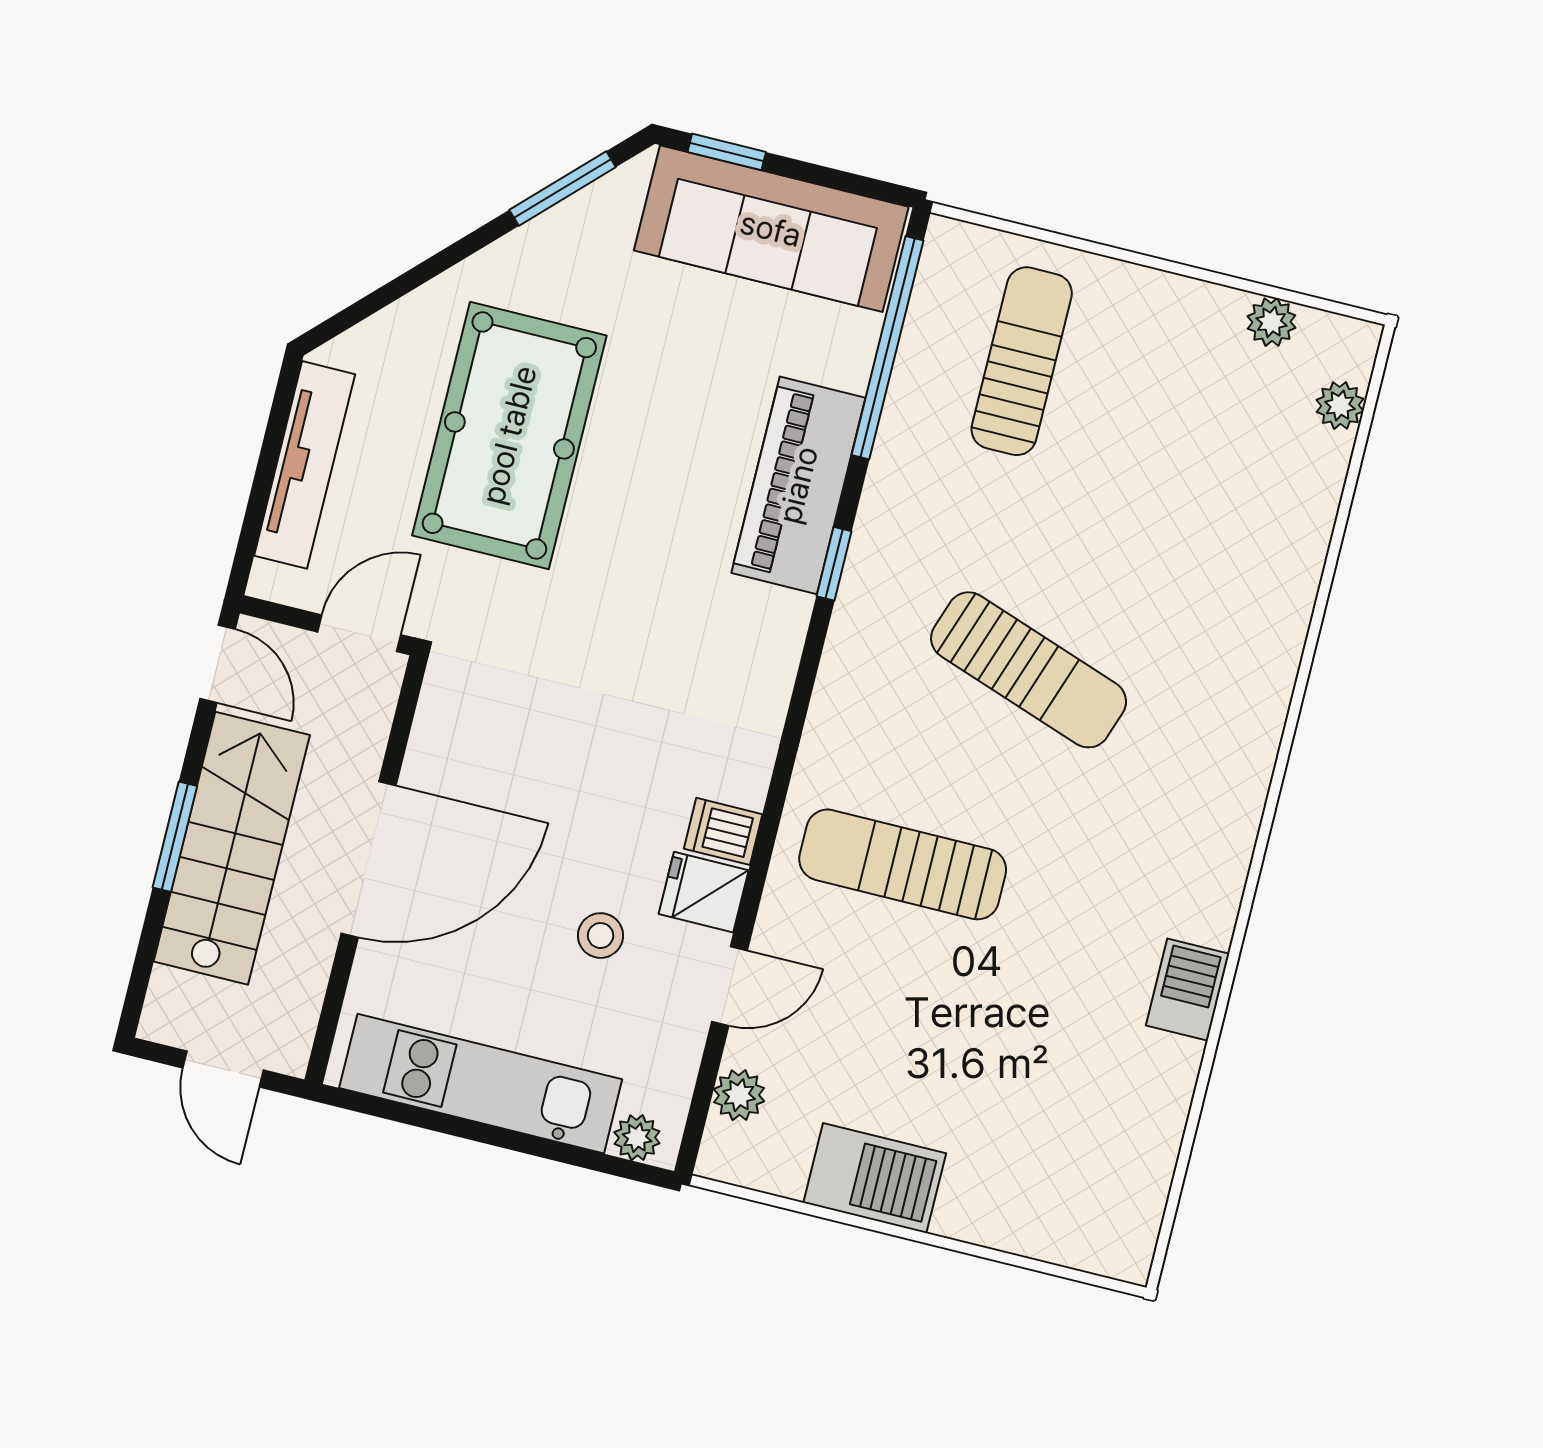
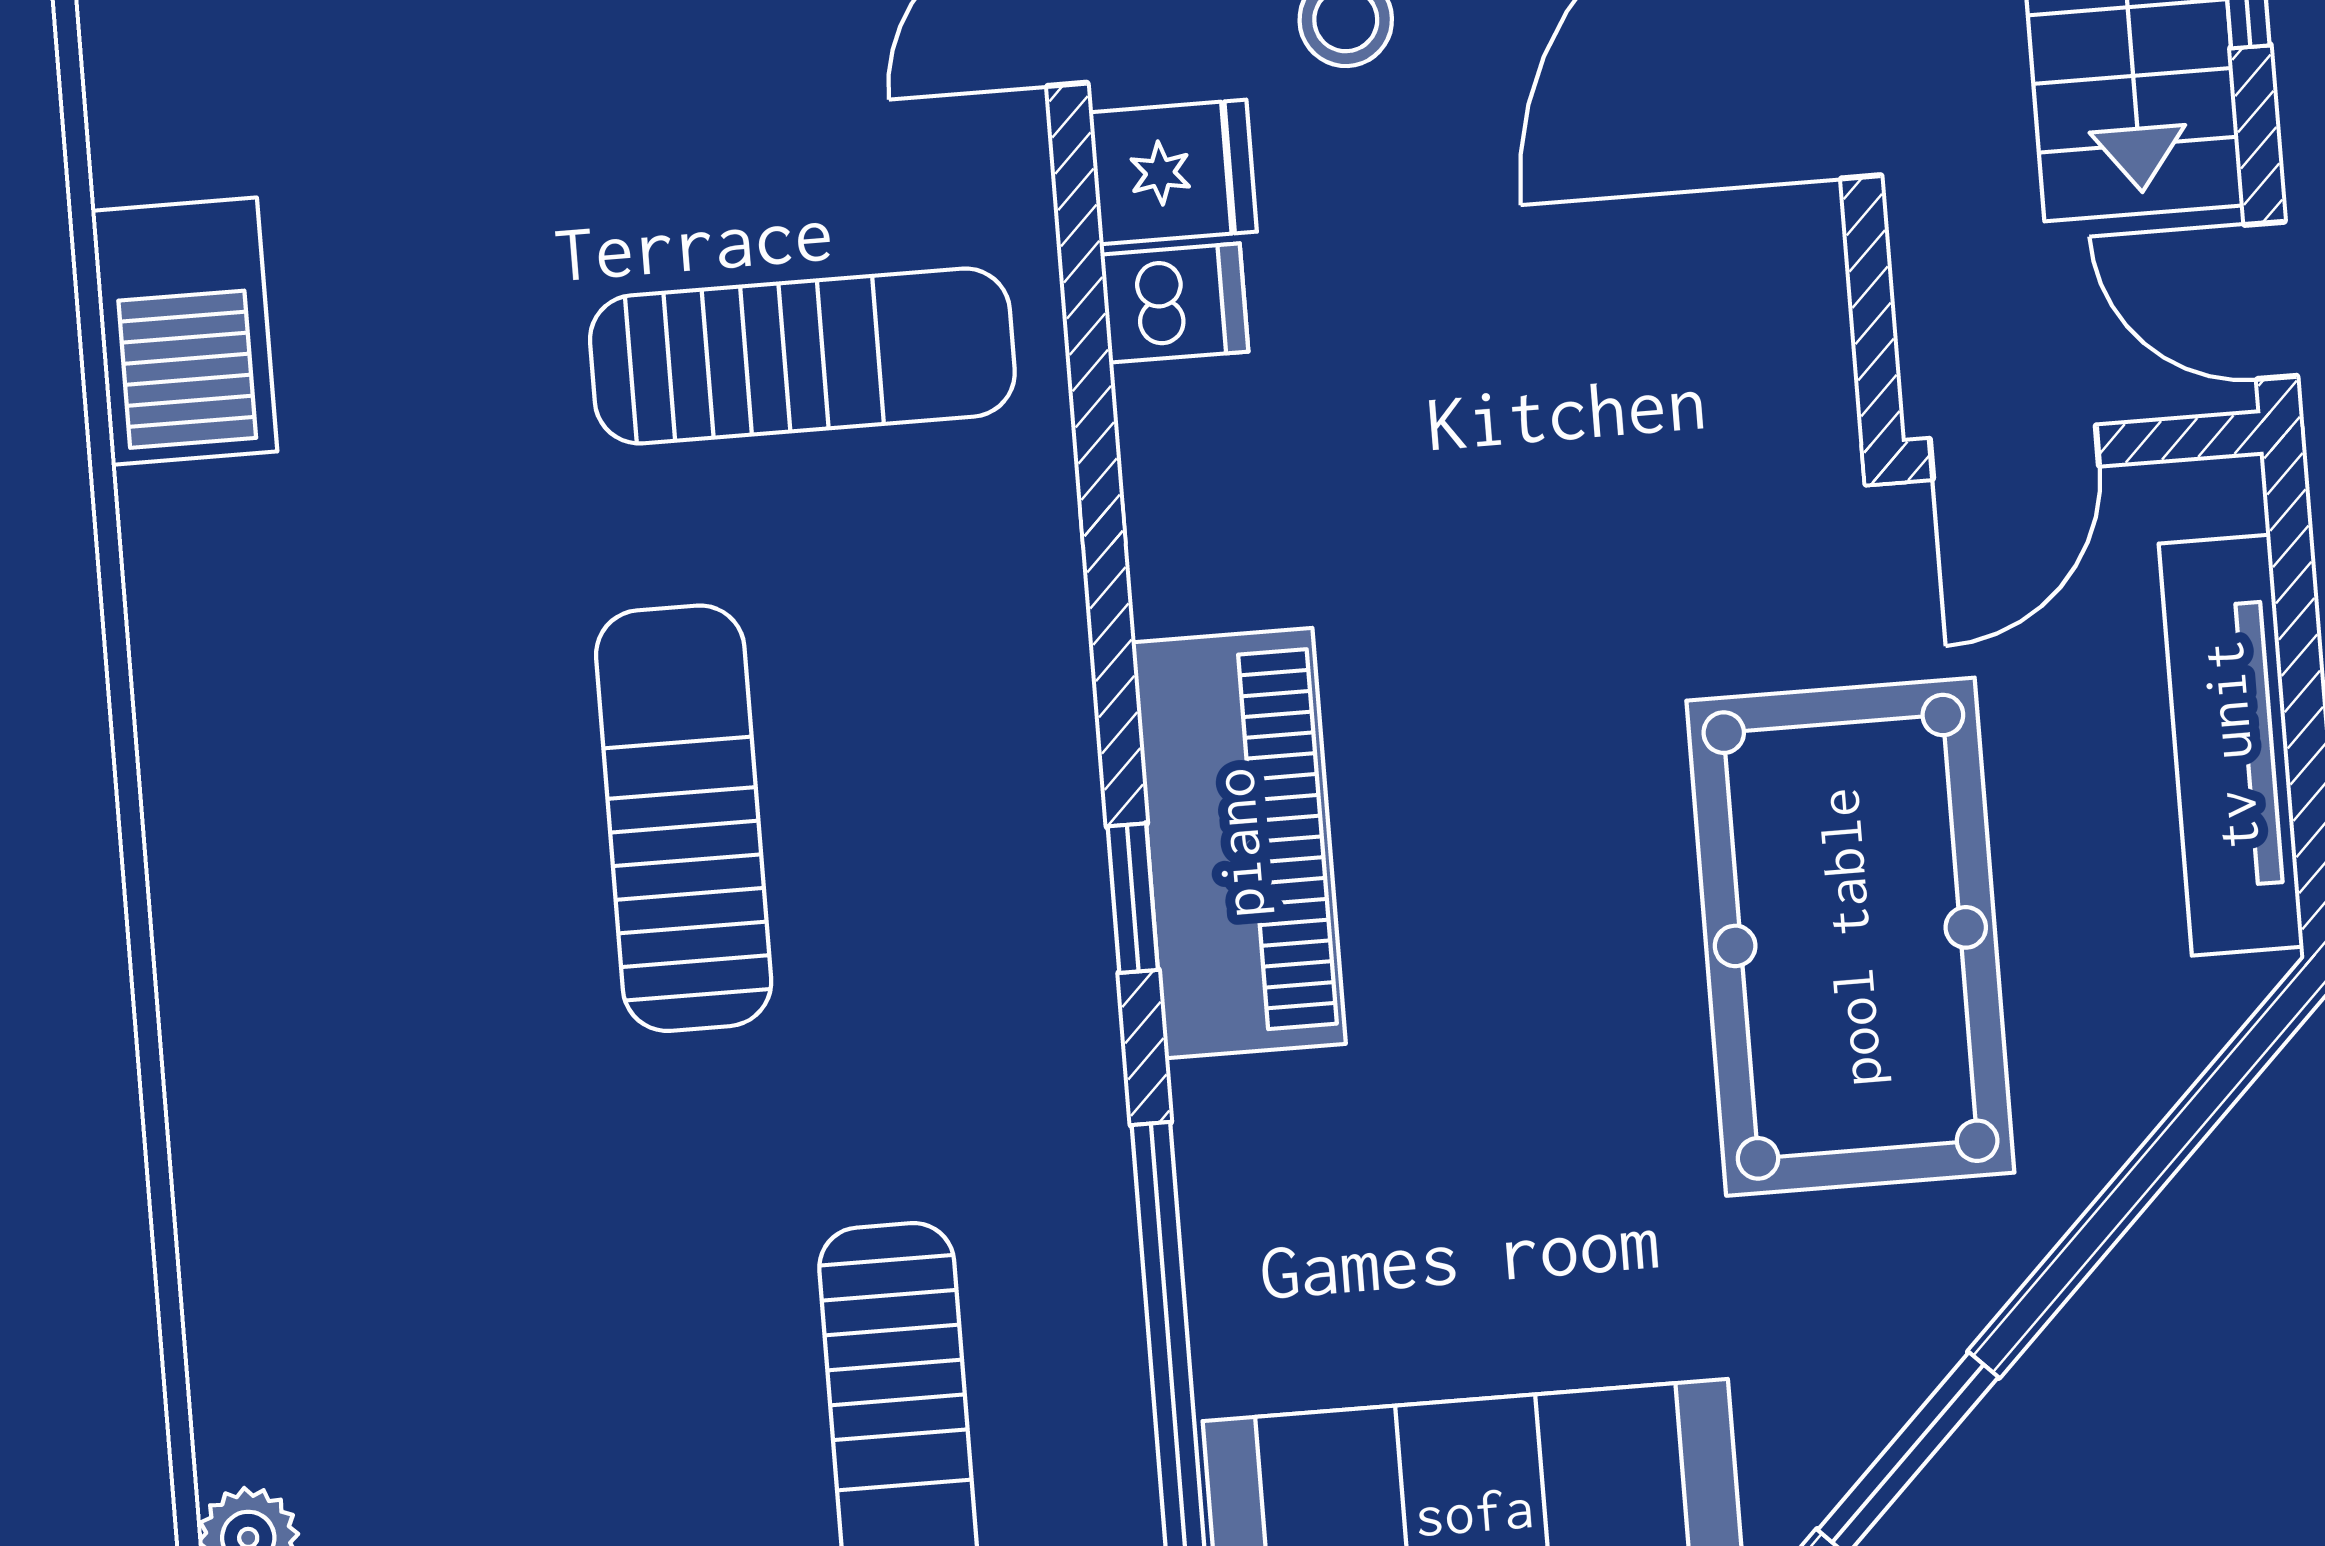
piano: (798, 485) -> (1239, 843), moved
sun lounger: (1029, 670) -> (684, 818), turned 71
barbecue: (1188, 990) -> (184, 331), width x1.38, depth x1.27

